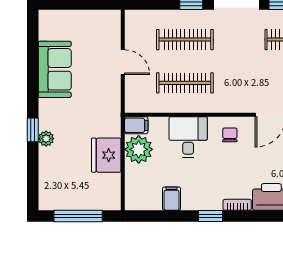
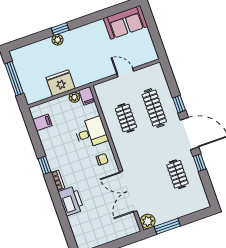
door: (123, 62) -> (125, 73), swing flipped
sofa: (55, 69) -> (126, 22), moved
clothes rail: (185, 83) -> (126, 118), width x0.73
plant: (139, 149) -> (74, 97), width x0.53, depth x0.53
filing cabinet: (172, 199) -> (42, 122), moved

